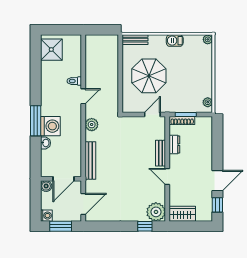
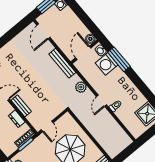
wall: (61, 179) -> (85, 52), moved
door: (63, 179) -> (83, 53), moved
boiler: (46, 186) -> (90, 39), moved

